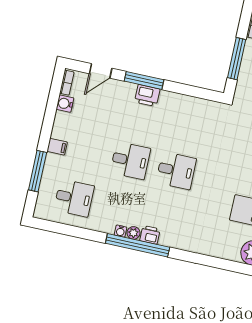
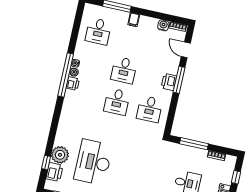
desk: (187, 123) -> (150, 109), added

